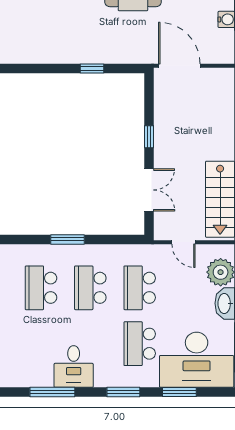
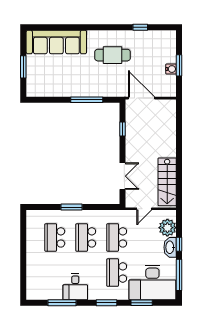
window: (92, 69) -> (87, 100), width x2.17
window: (149, 137) -> (123, 129), moved
door: (184, 242) -> (144, 209), hinge flipped

